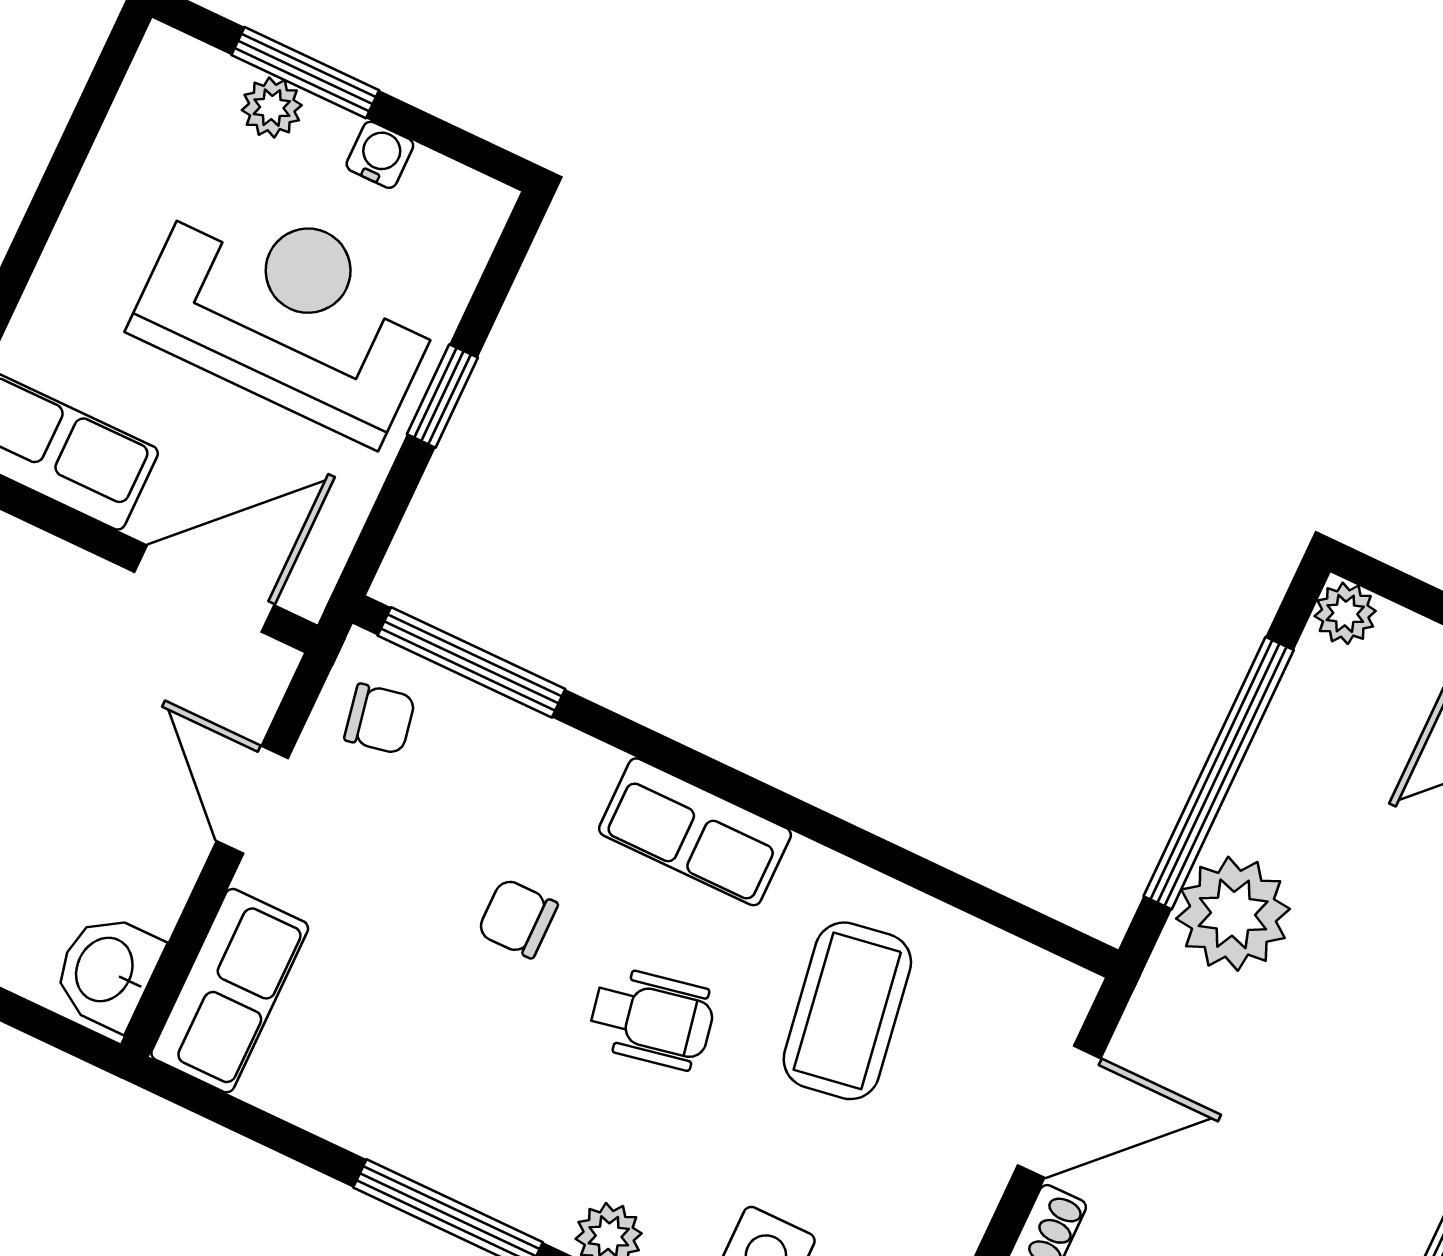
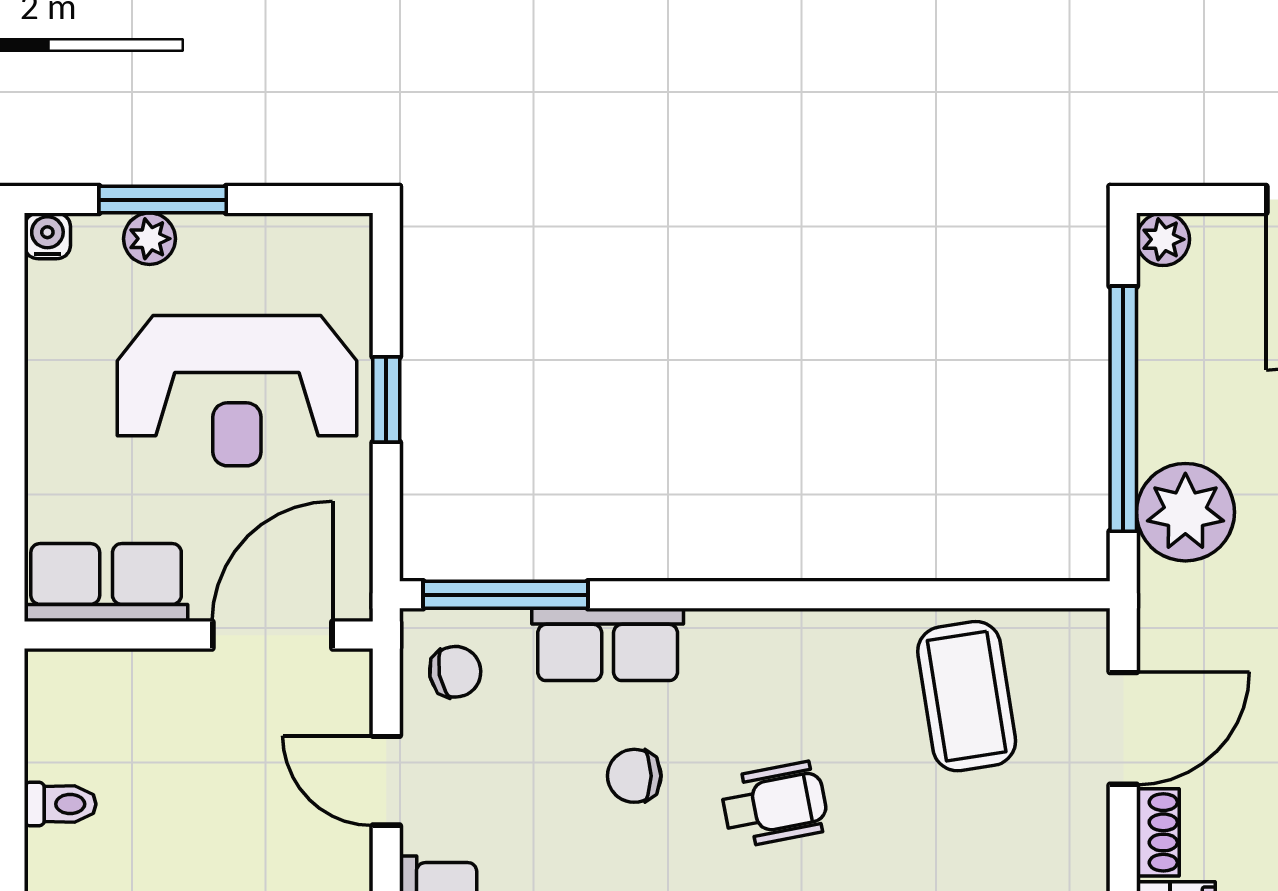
water cooler: (380, 155) -> (47, 236), moved
reception desk: (289, 312) -> (237, 391), turned 180
row of seats: (695, 832) -> (608, 644), moved
coffee table: (847, 1011) -> (967, 696), moved

